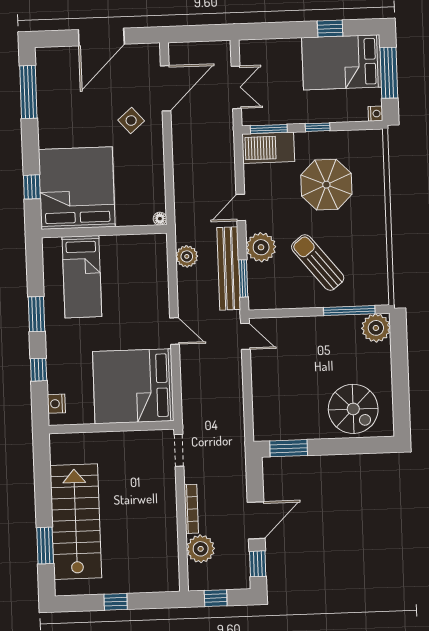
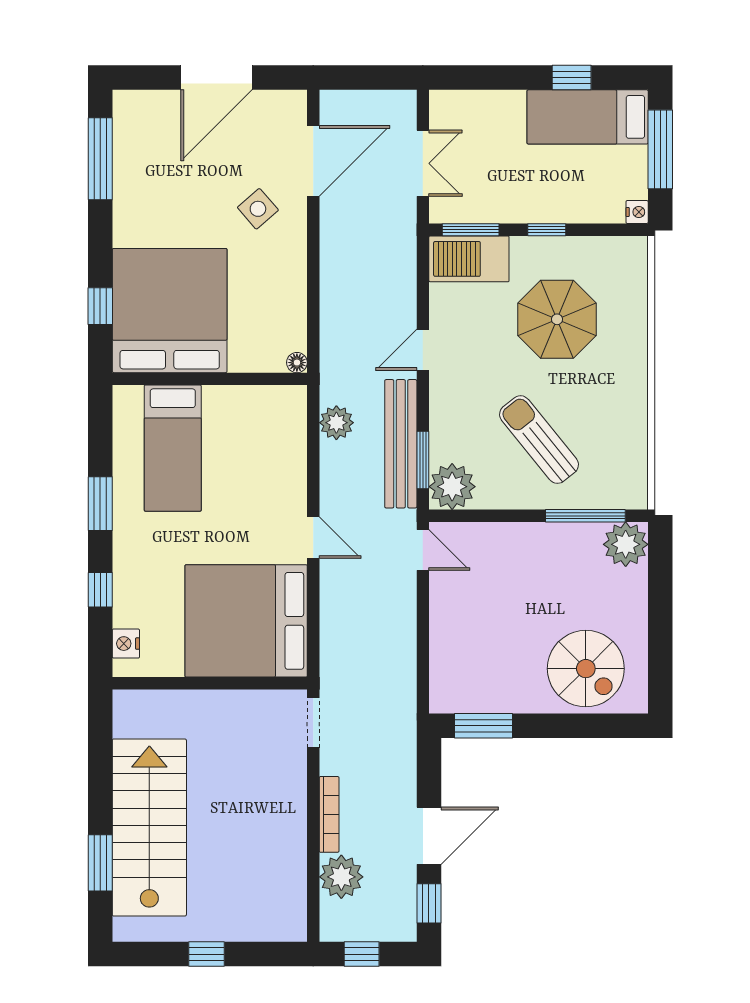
bed: (342, 62) -> (588, 117), width x0.67
plant: (261, 247) -> (452, 487), moved

